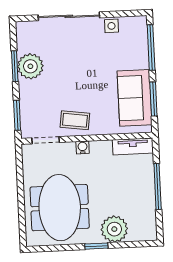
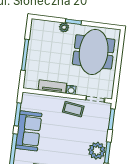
sofa: (135, 98) -> (29, 131), moved
tv unit: (133, 146) -> (52, 87), moved
plant: (114, 229) -> (64, 27), width x0.53, depth x0.53

